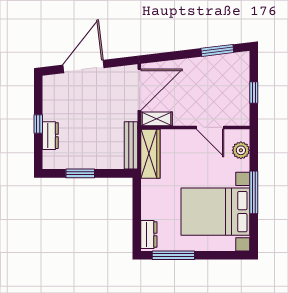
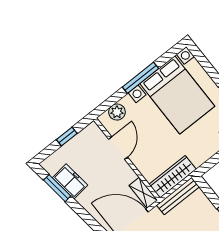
freezer: (214, 66) -> (70, 181), added

